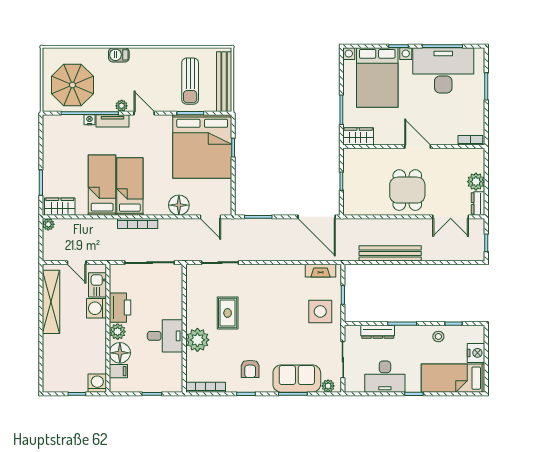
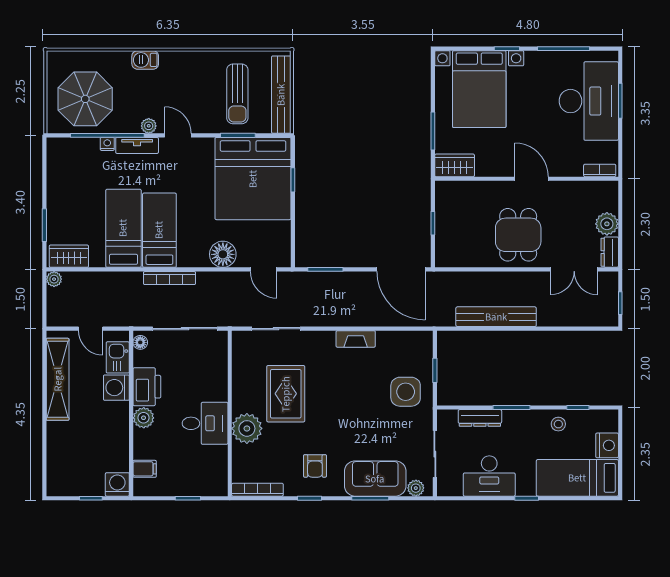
desk: (443, 70) -> (589, 101), moved, turned 90
fireplace: (321, 271) -> (356, 339), moved
rug: (228, 313) -> (286, 394), width x1.36, depth x1.43
floor lamp: (120, 353) -> (140, 342), moved, width x0.53, depth x0.53

